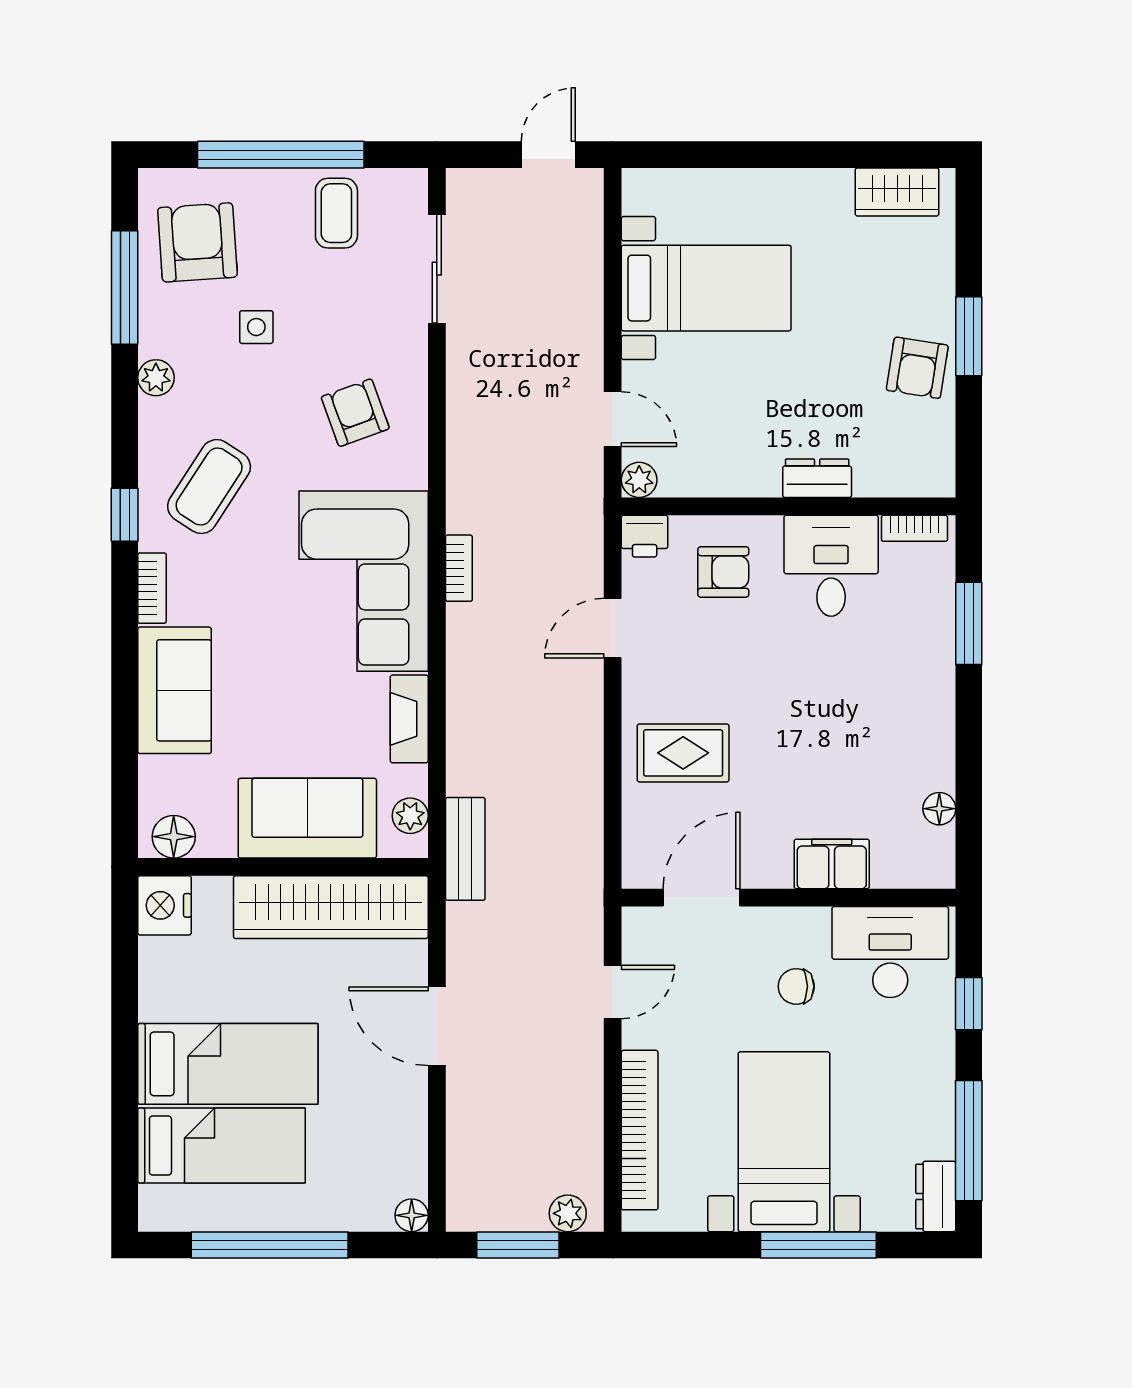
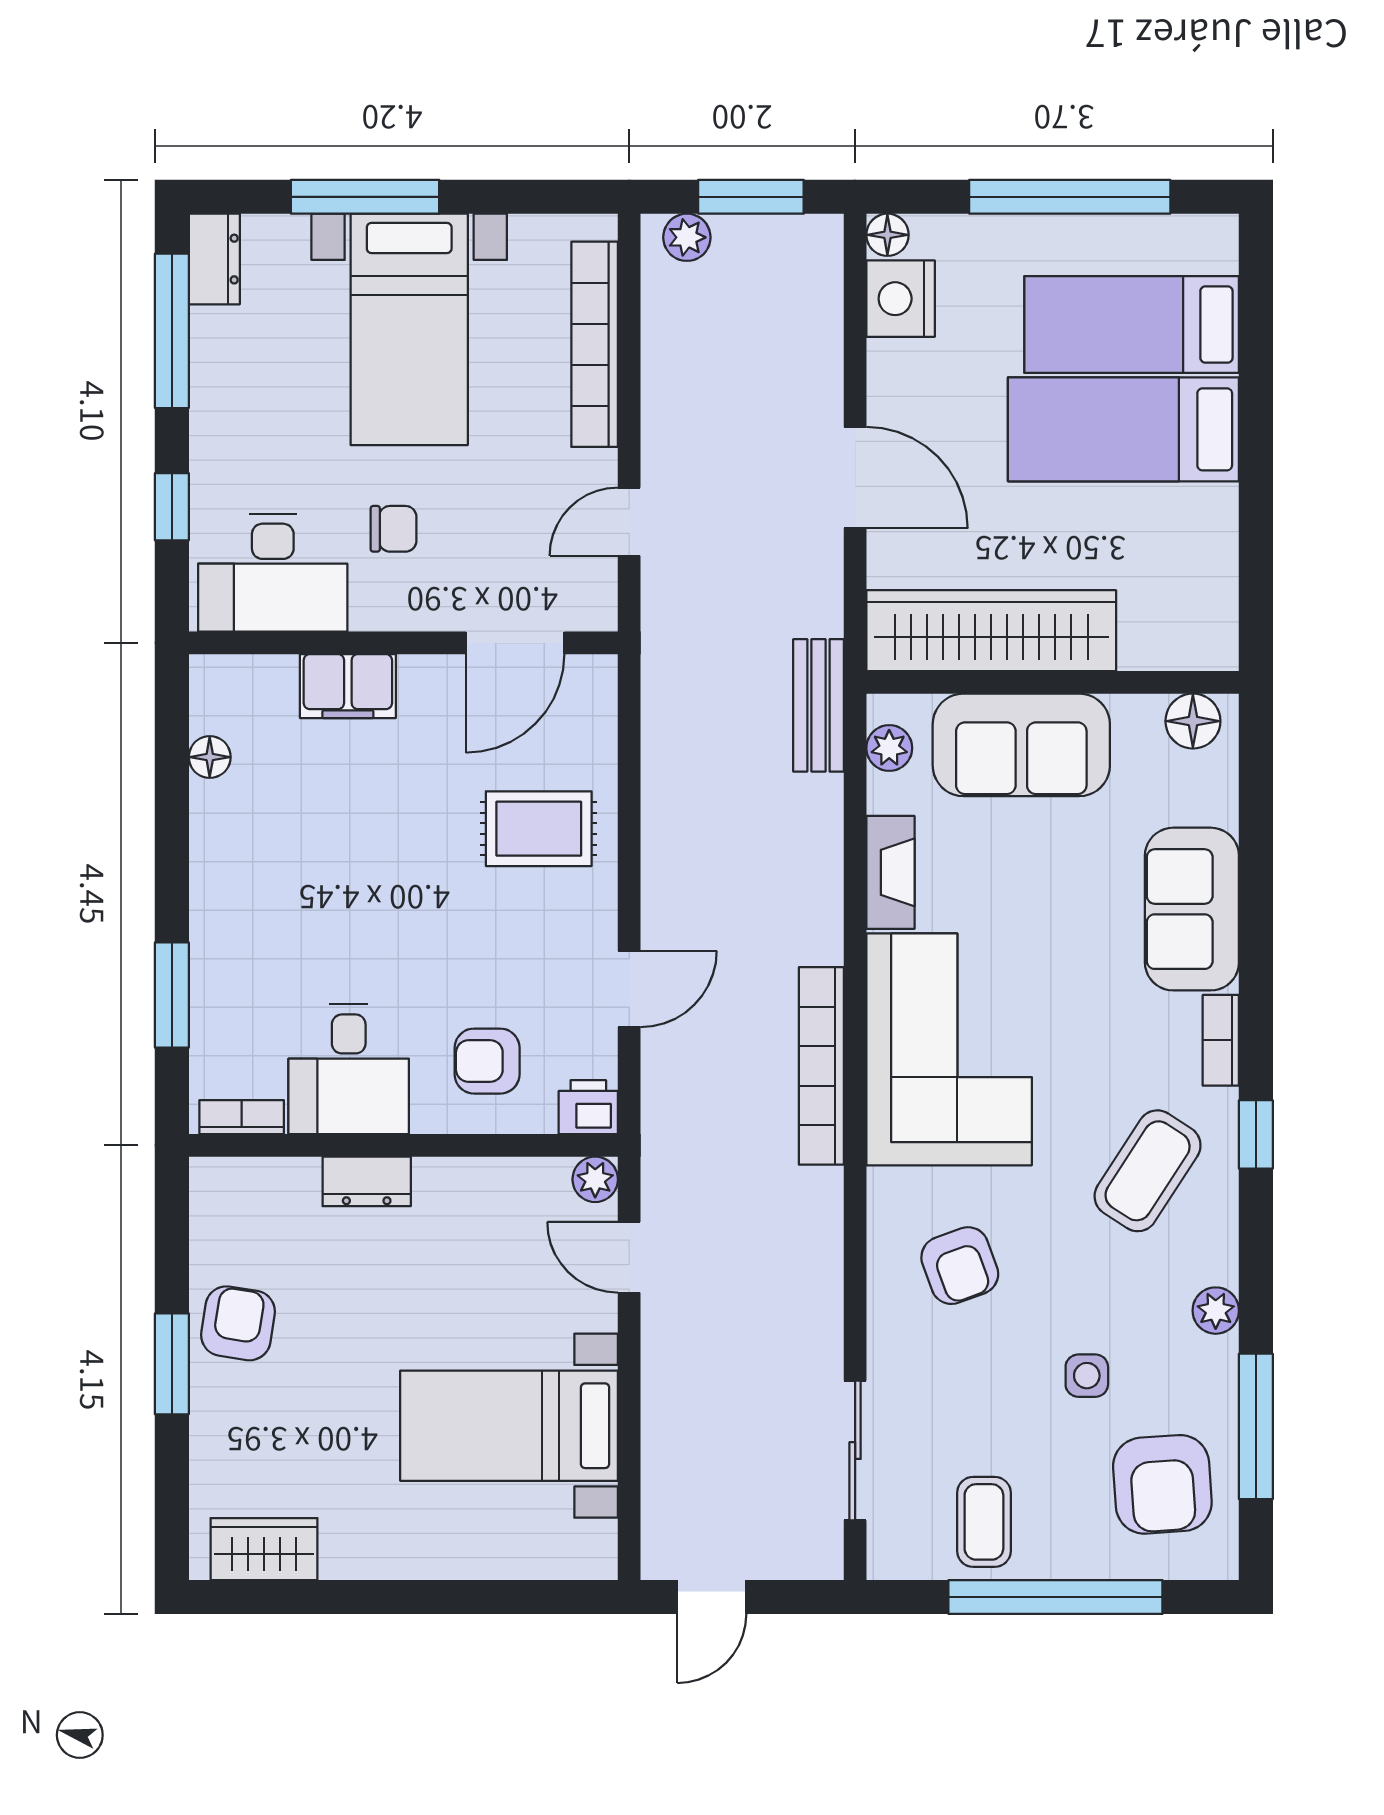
bookcase: (459, 568) -> (821, 1066), width x2.31, depth x1.31
nightstand: (165, 905) -> (901, 299), moved, turned 180

